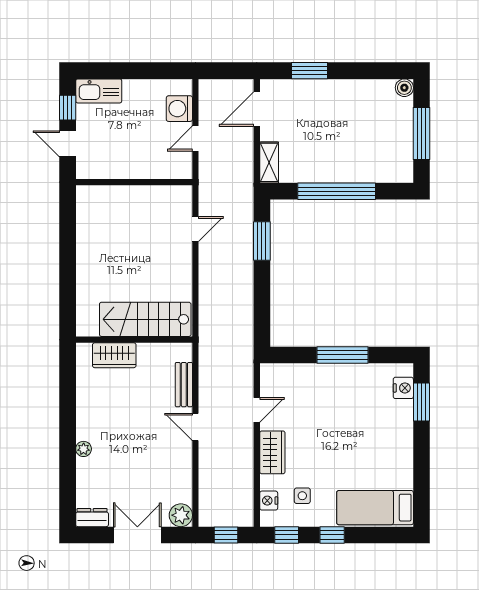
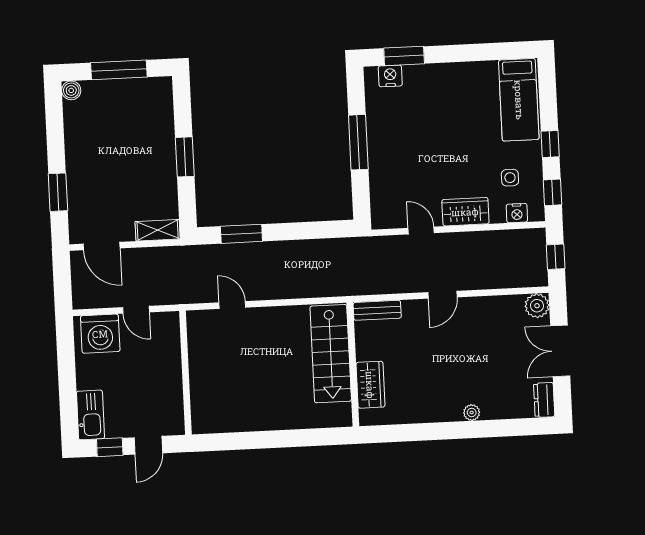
washing machine: (179, 109) -> (100, 334), width x1.37, depth x1.37
window: (337, 191) -> (185, 157), width x0.47
bench: (184, 385) -> (377, 310), moved

